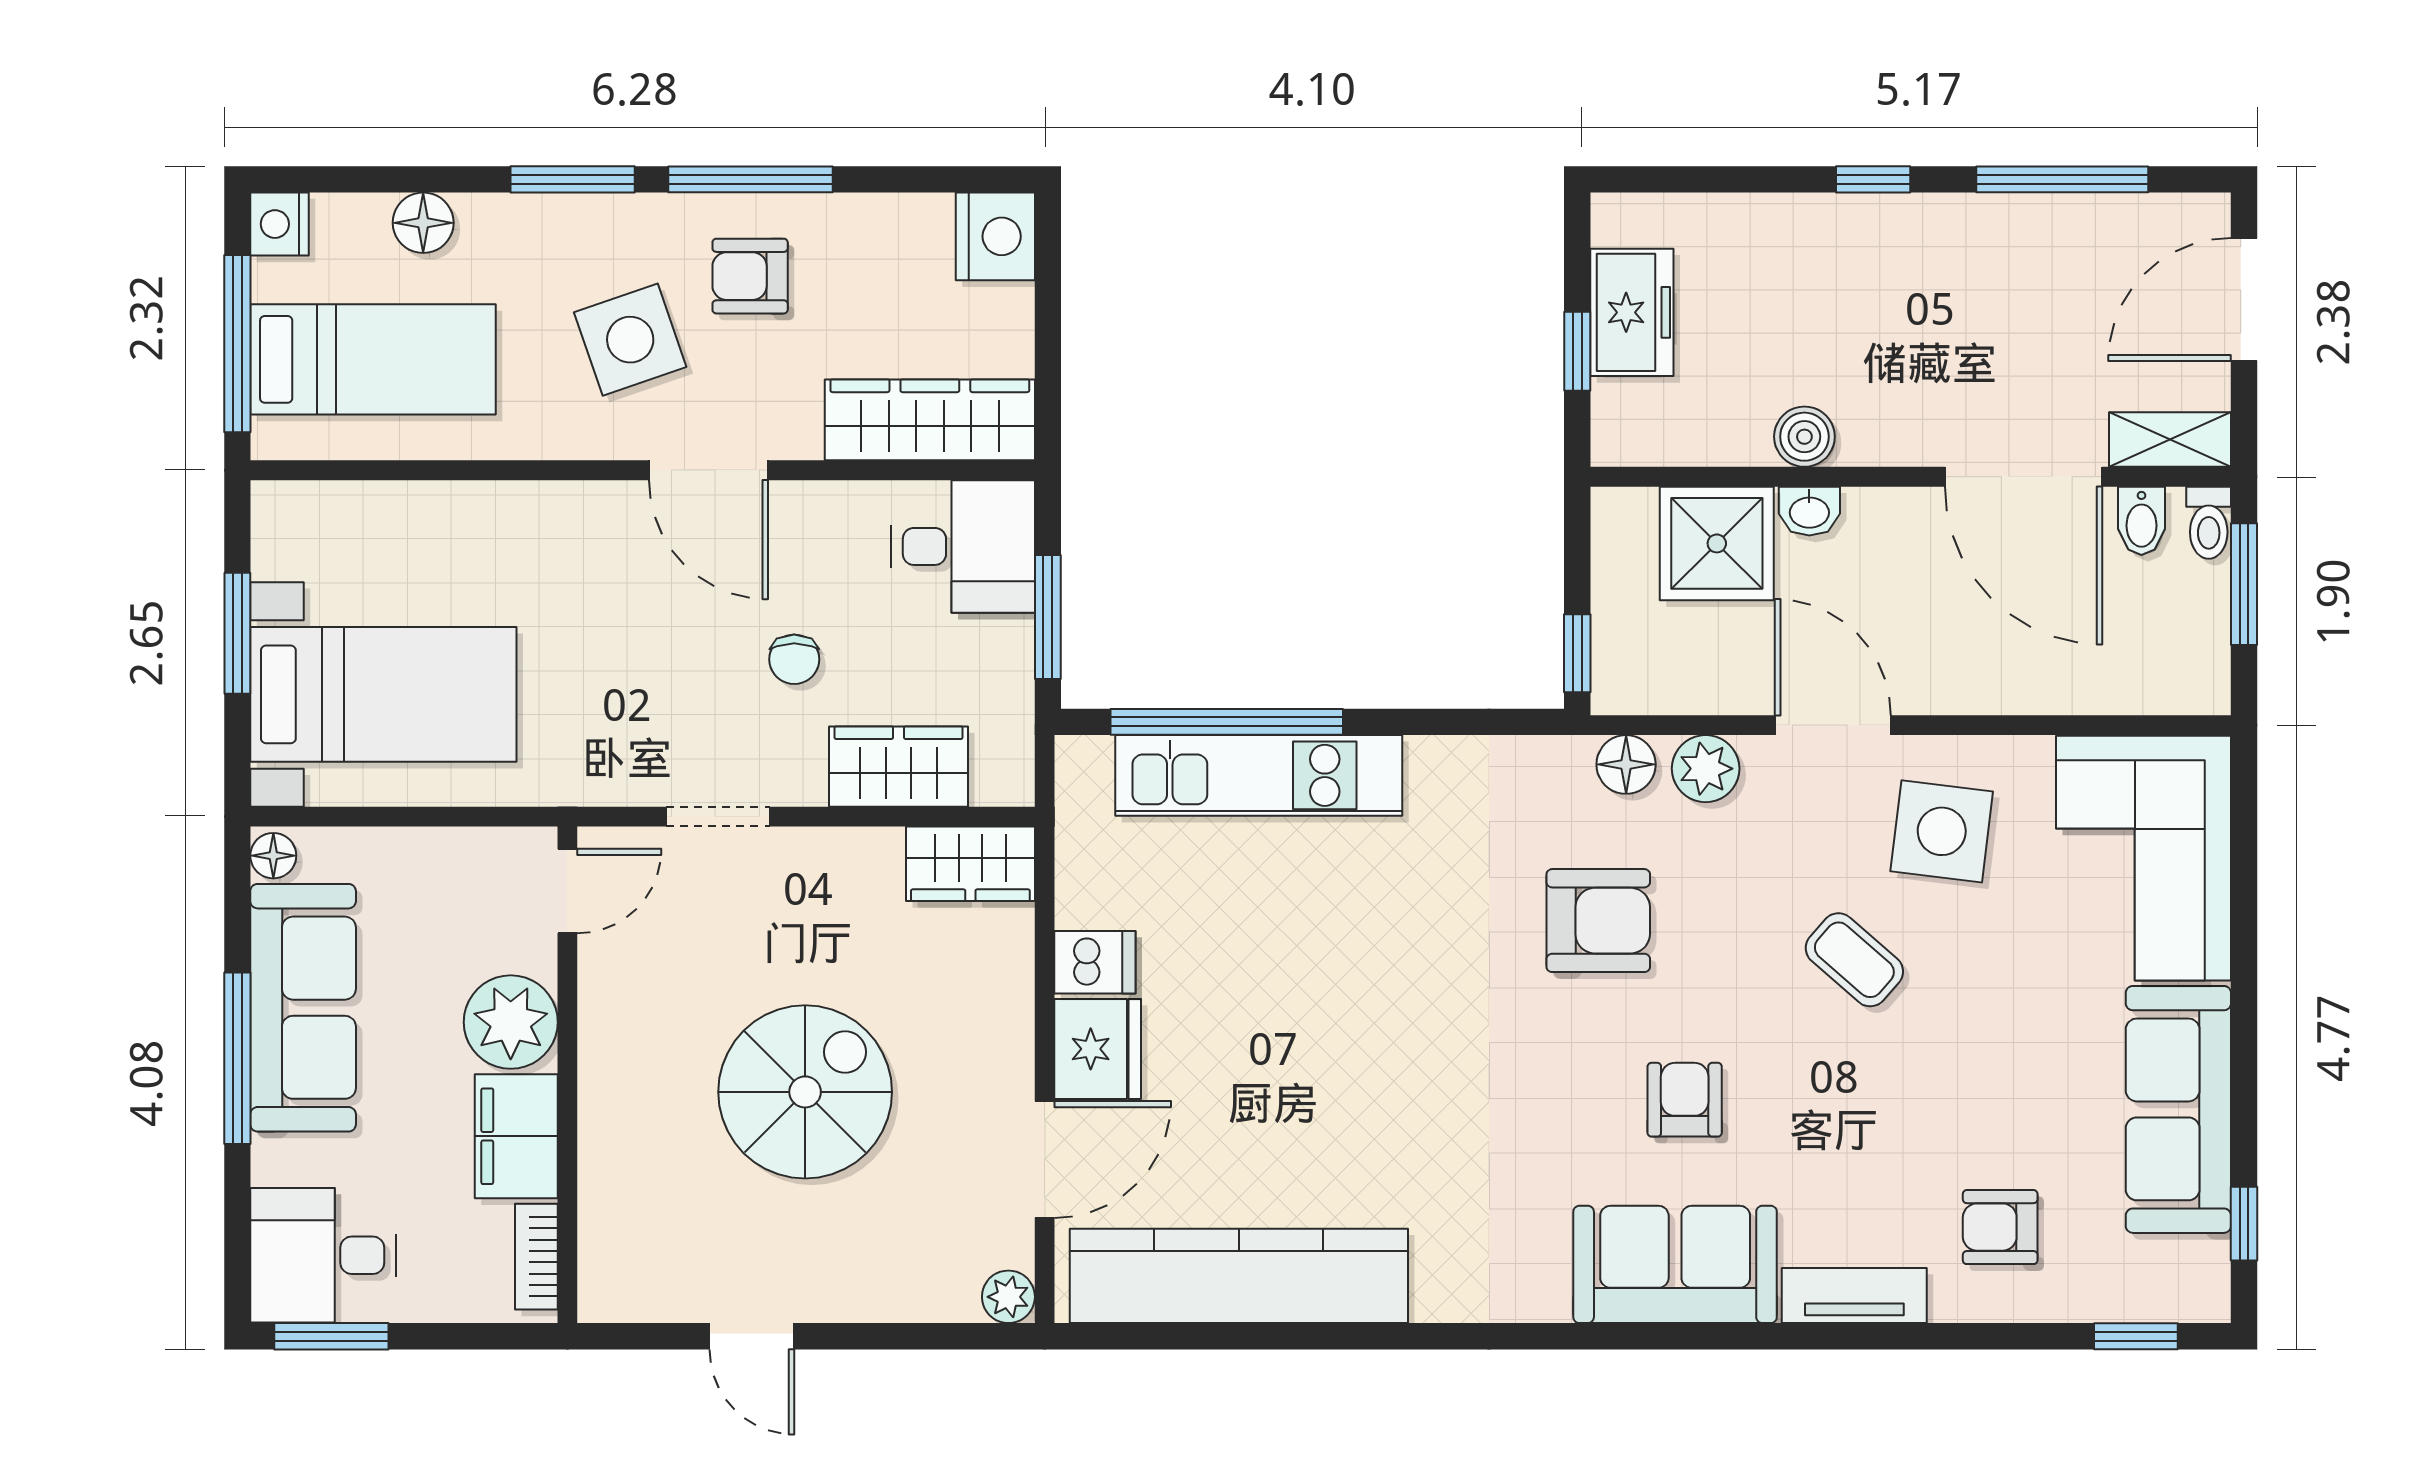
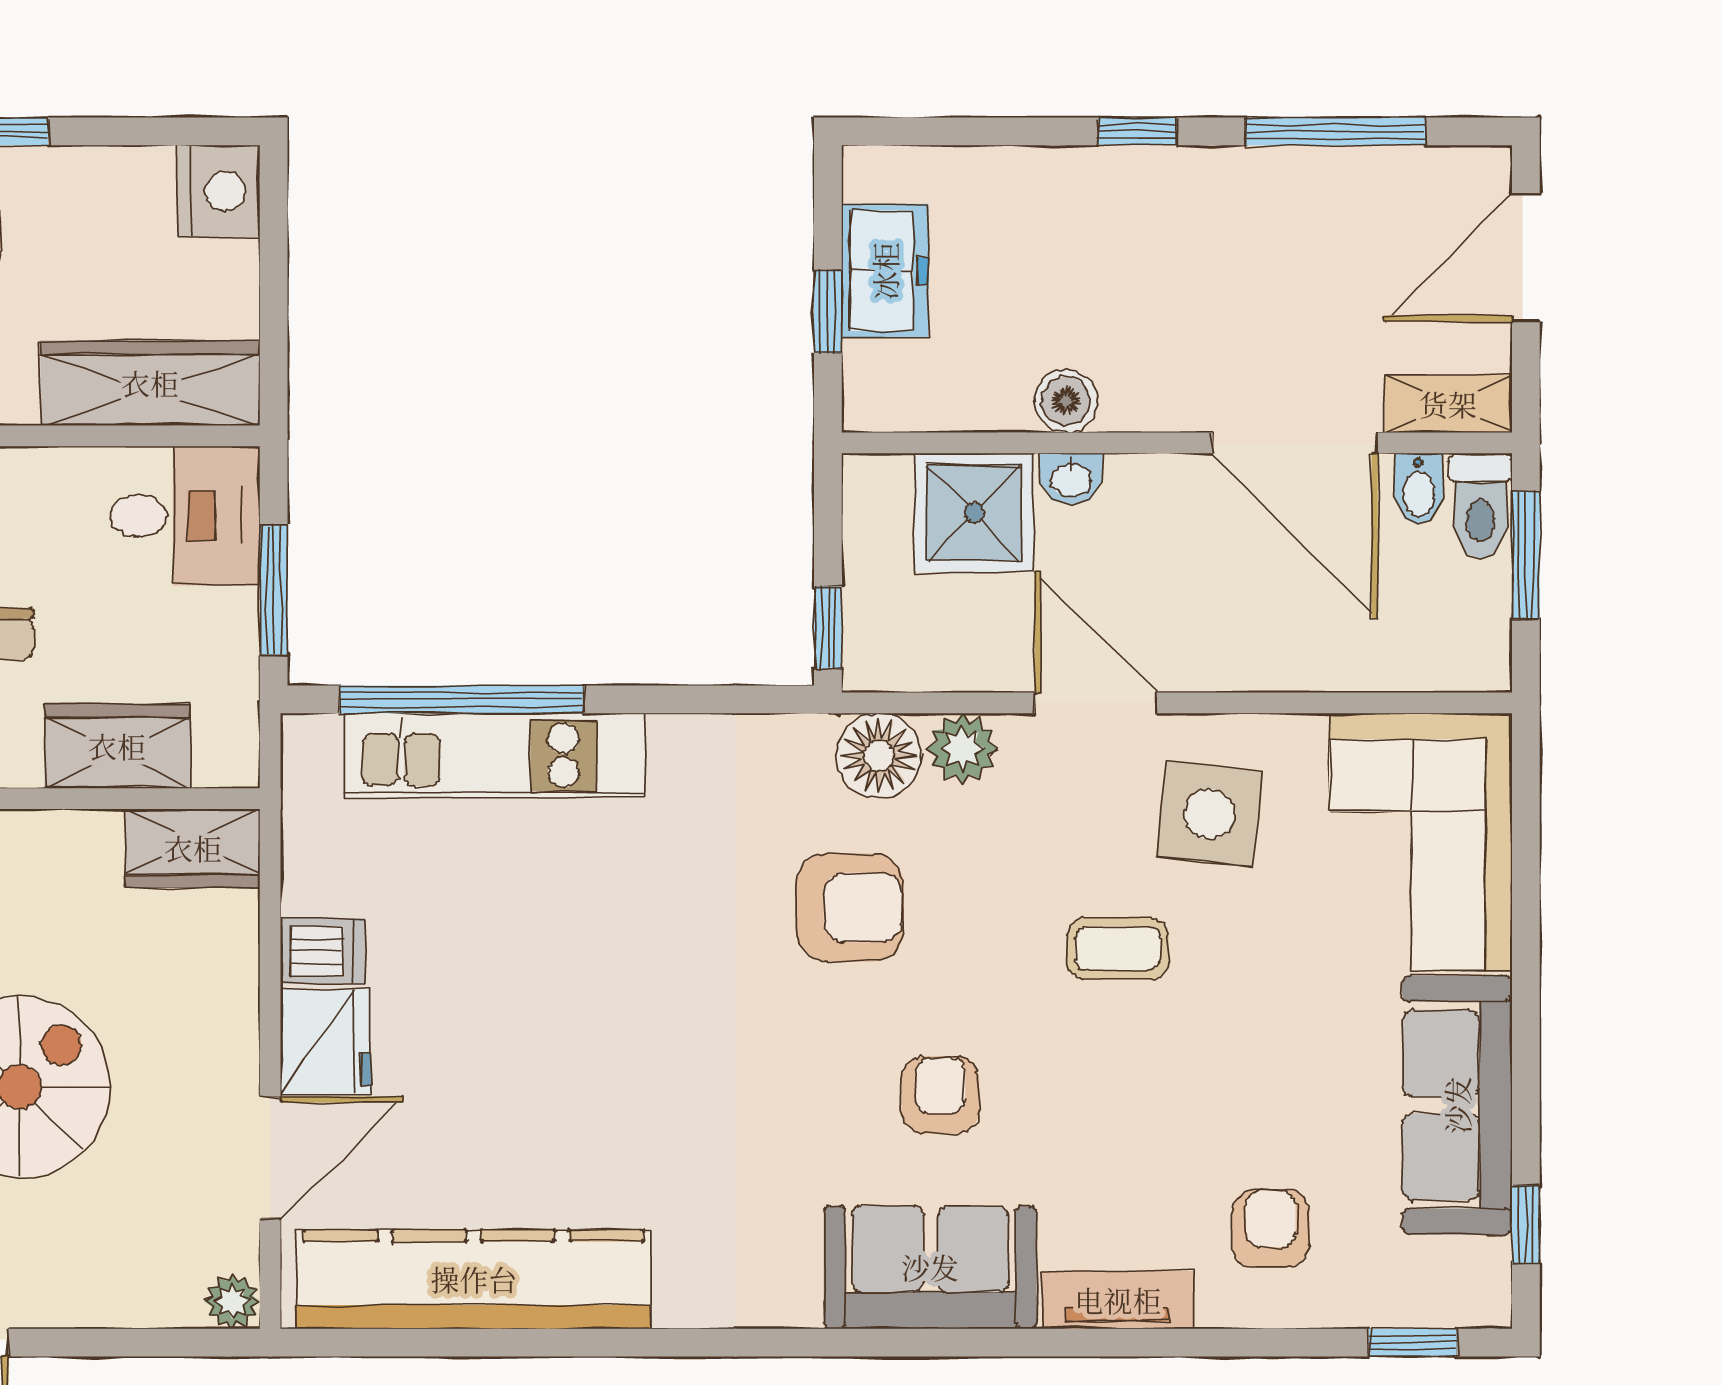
toilet: (2209, 523) -> (1480, 506), width x1.37, depth x1.39
floor lamp: (1626, 764) -> (879, 756), width x1.38, depth x1.38
coffee table: (1854, 960) -> (1118, 948), turned -41
armchair: (2000, 1227) -> (1271, 1228), turned 90

